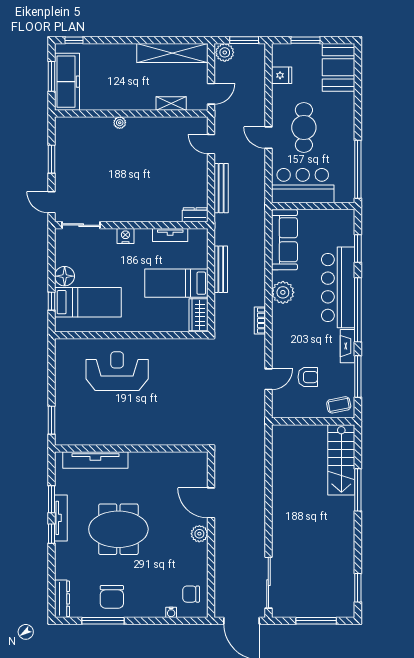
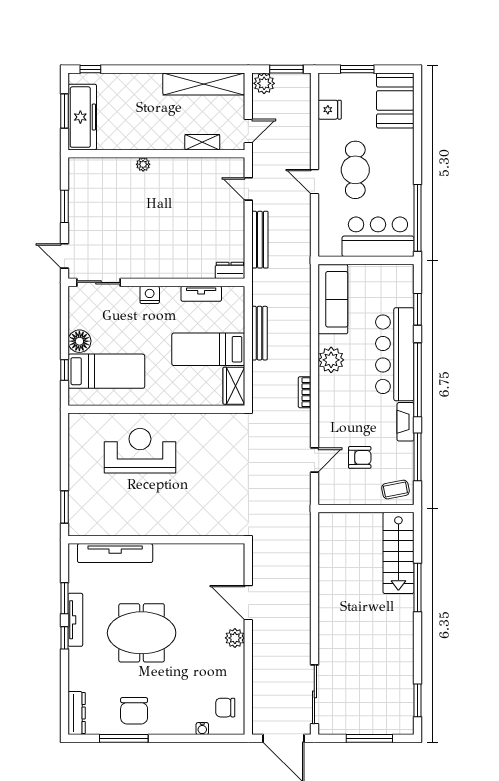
bar counter: (303, 186) -> (378, 237), moved

